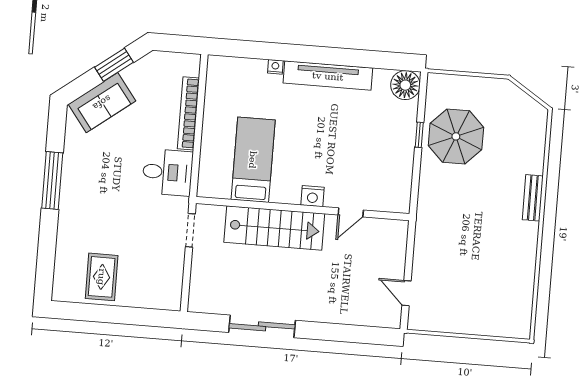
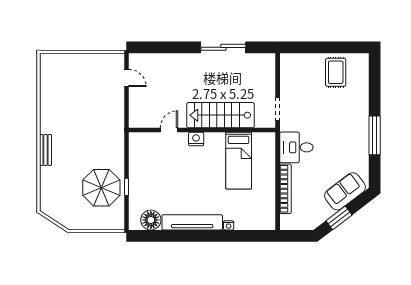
floor lamp: (405, 85) -> (151, 220), moved

